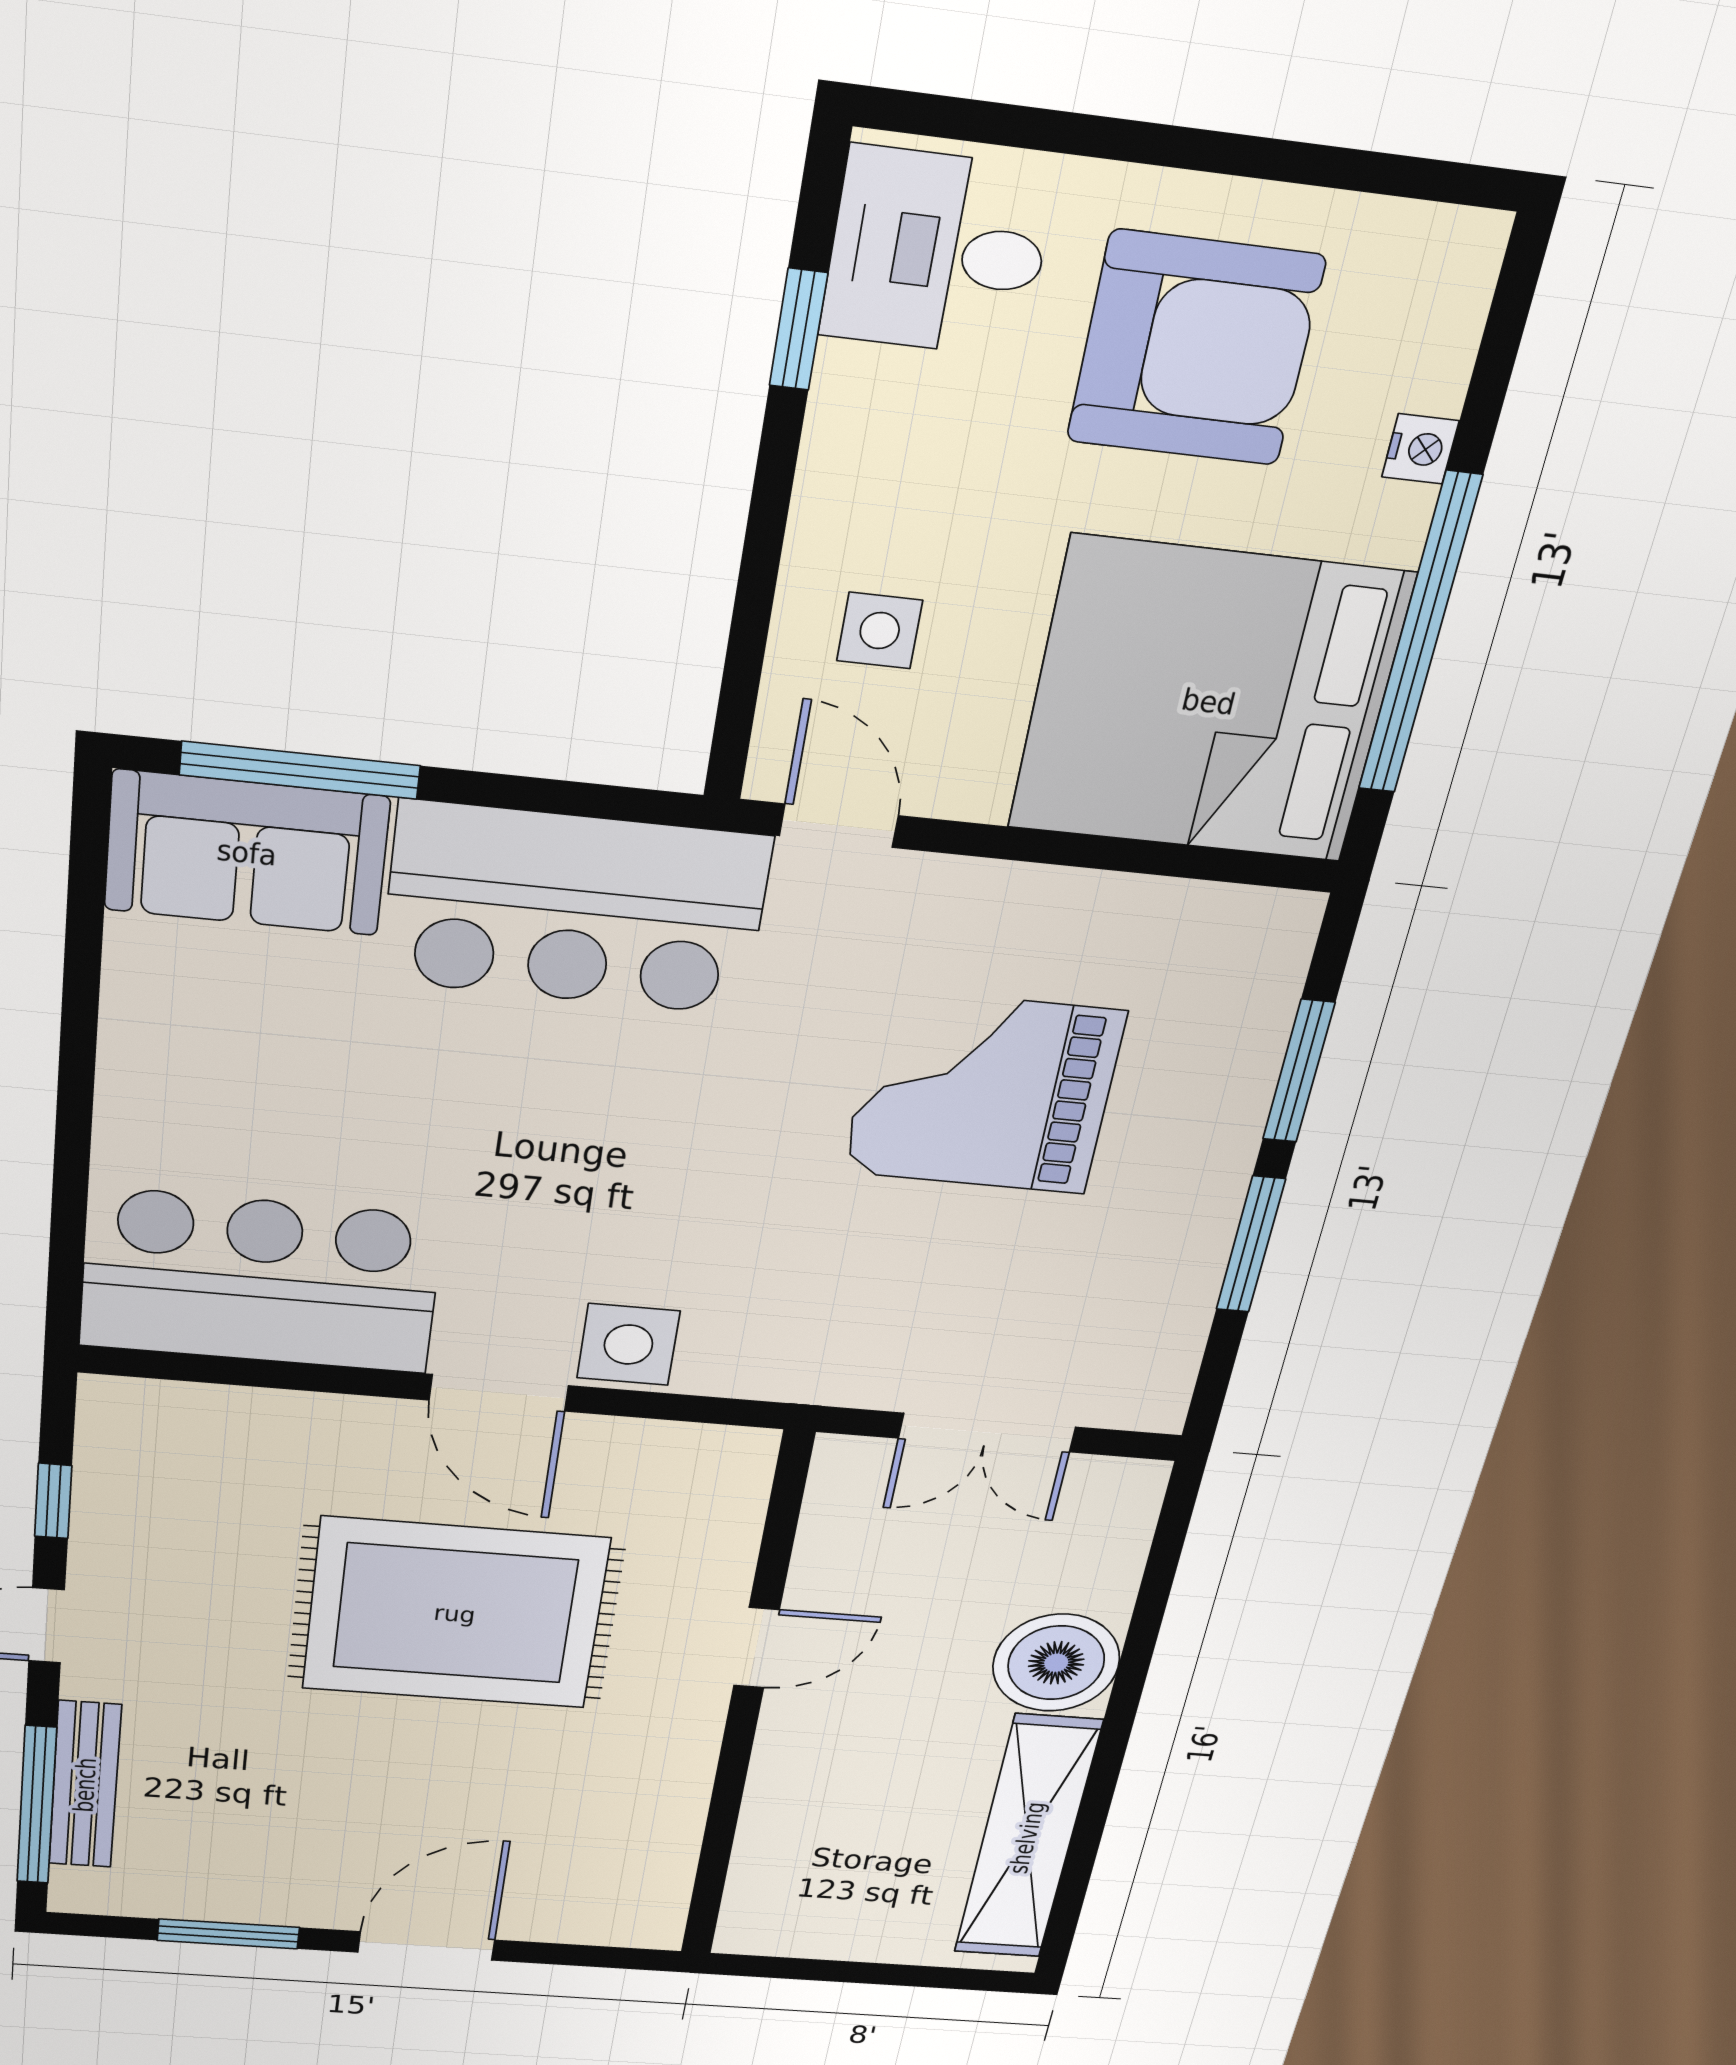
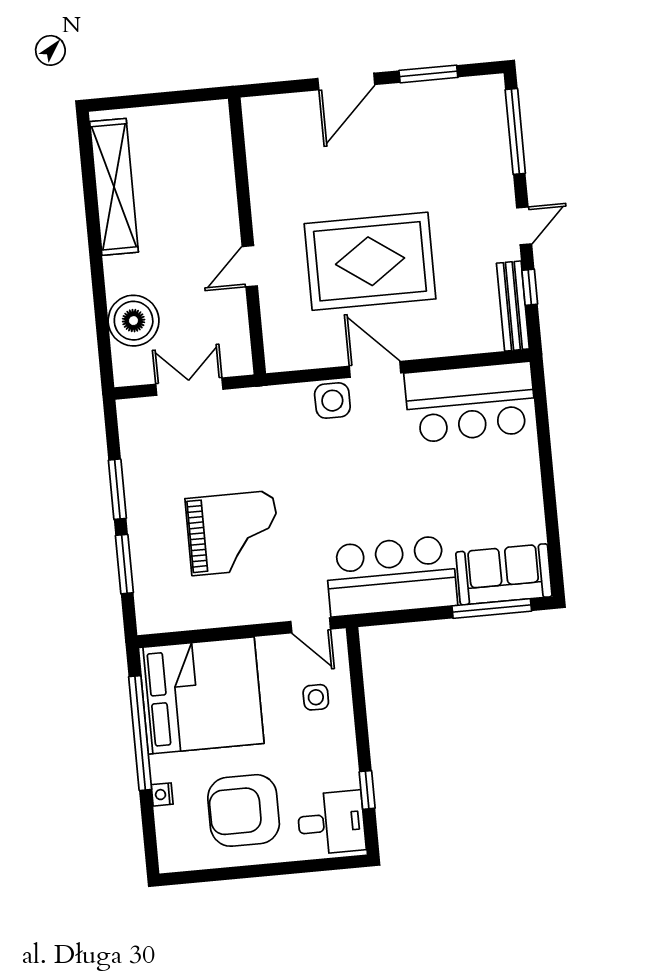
boiler: (1056, 1663) -> (134, 321), moved
bench: (85, 1785) -> (513, 306), moved

